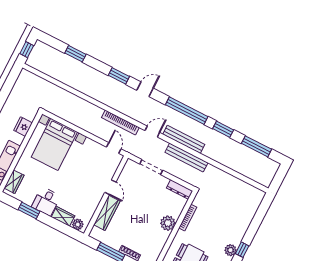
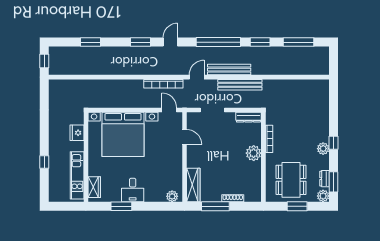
bed with nightstands: (54, 144) -> (123, 134), width x1.36
door: (110, 187) -> (185, 137), moved
wardrobe: (107, 213) -> (193, 185), moved
wardrobe: (63, 216) -> (155, 196), removed

